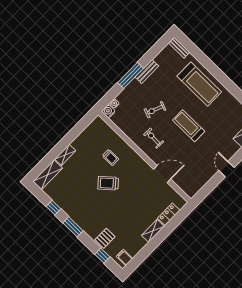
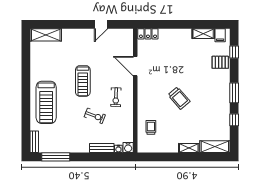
bench: (147, 71) -> (102, 148), moved
window: (131, 75) -> (56, 157), moved
treadmill: (199, 84) -> (46, 102), turned 180
trolley: (110, 157) -> (151, 127), moved
door: (227, 169) -> (101, 24), moved
locker: (169, 214) -> (148, 34), moved
shelving: (153, 231) -> (203, 34), moved

